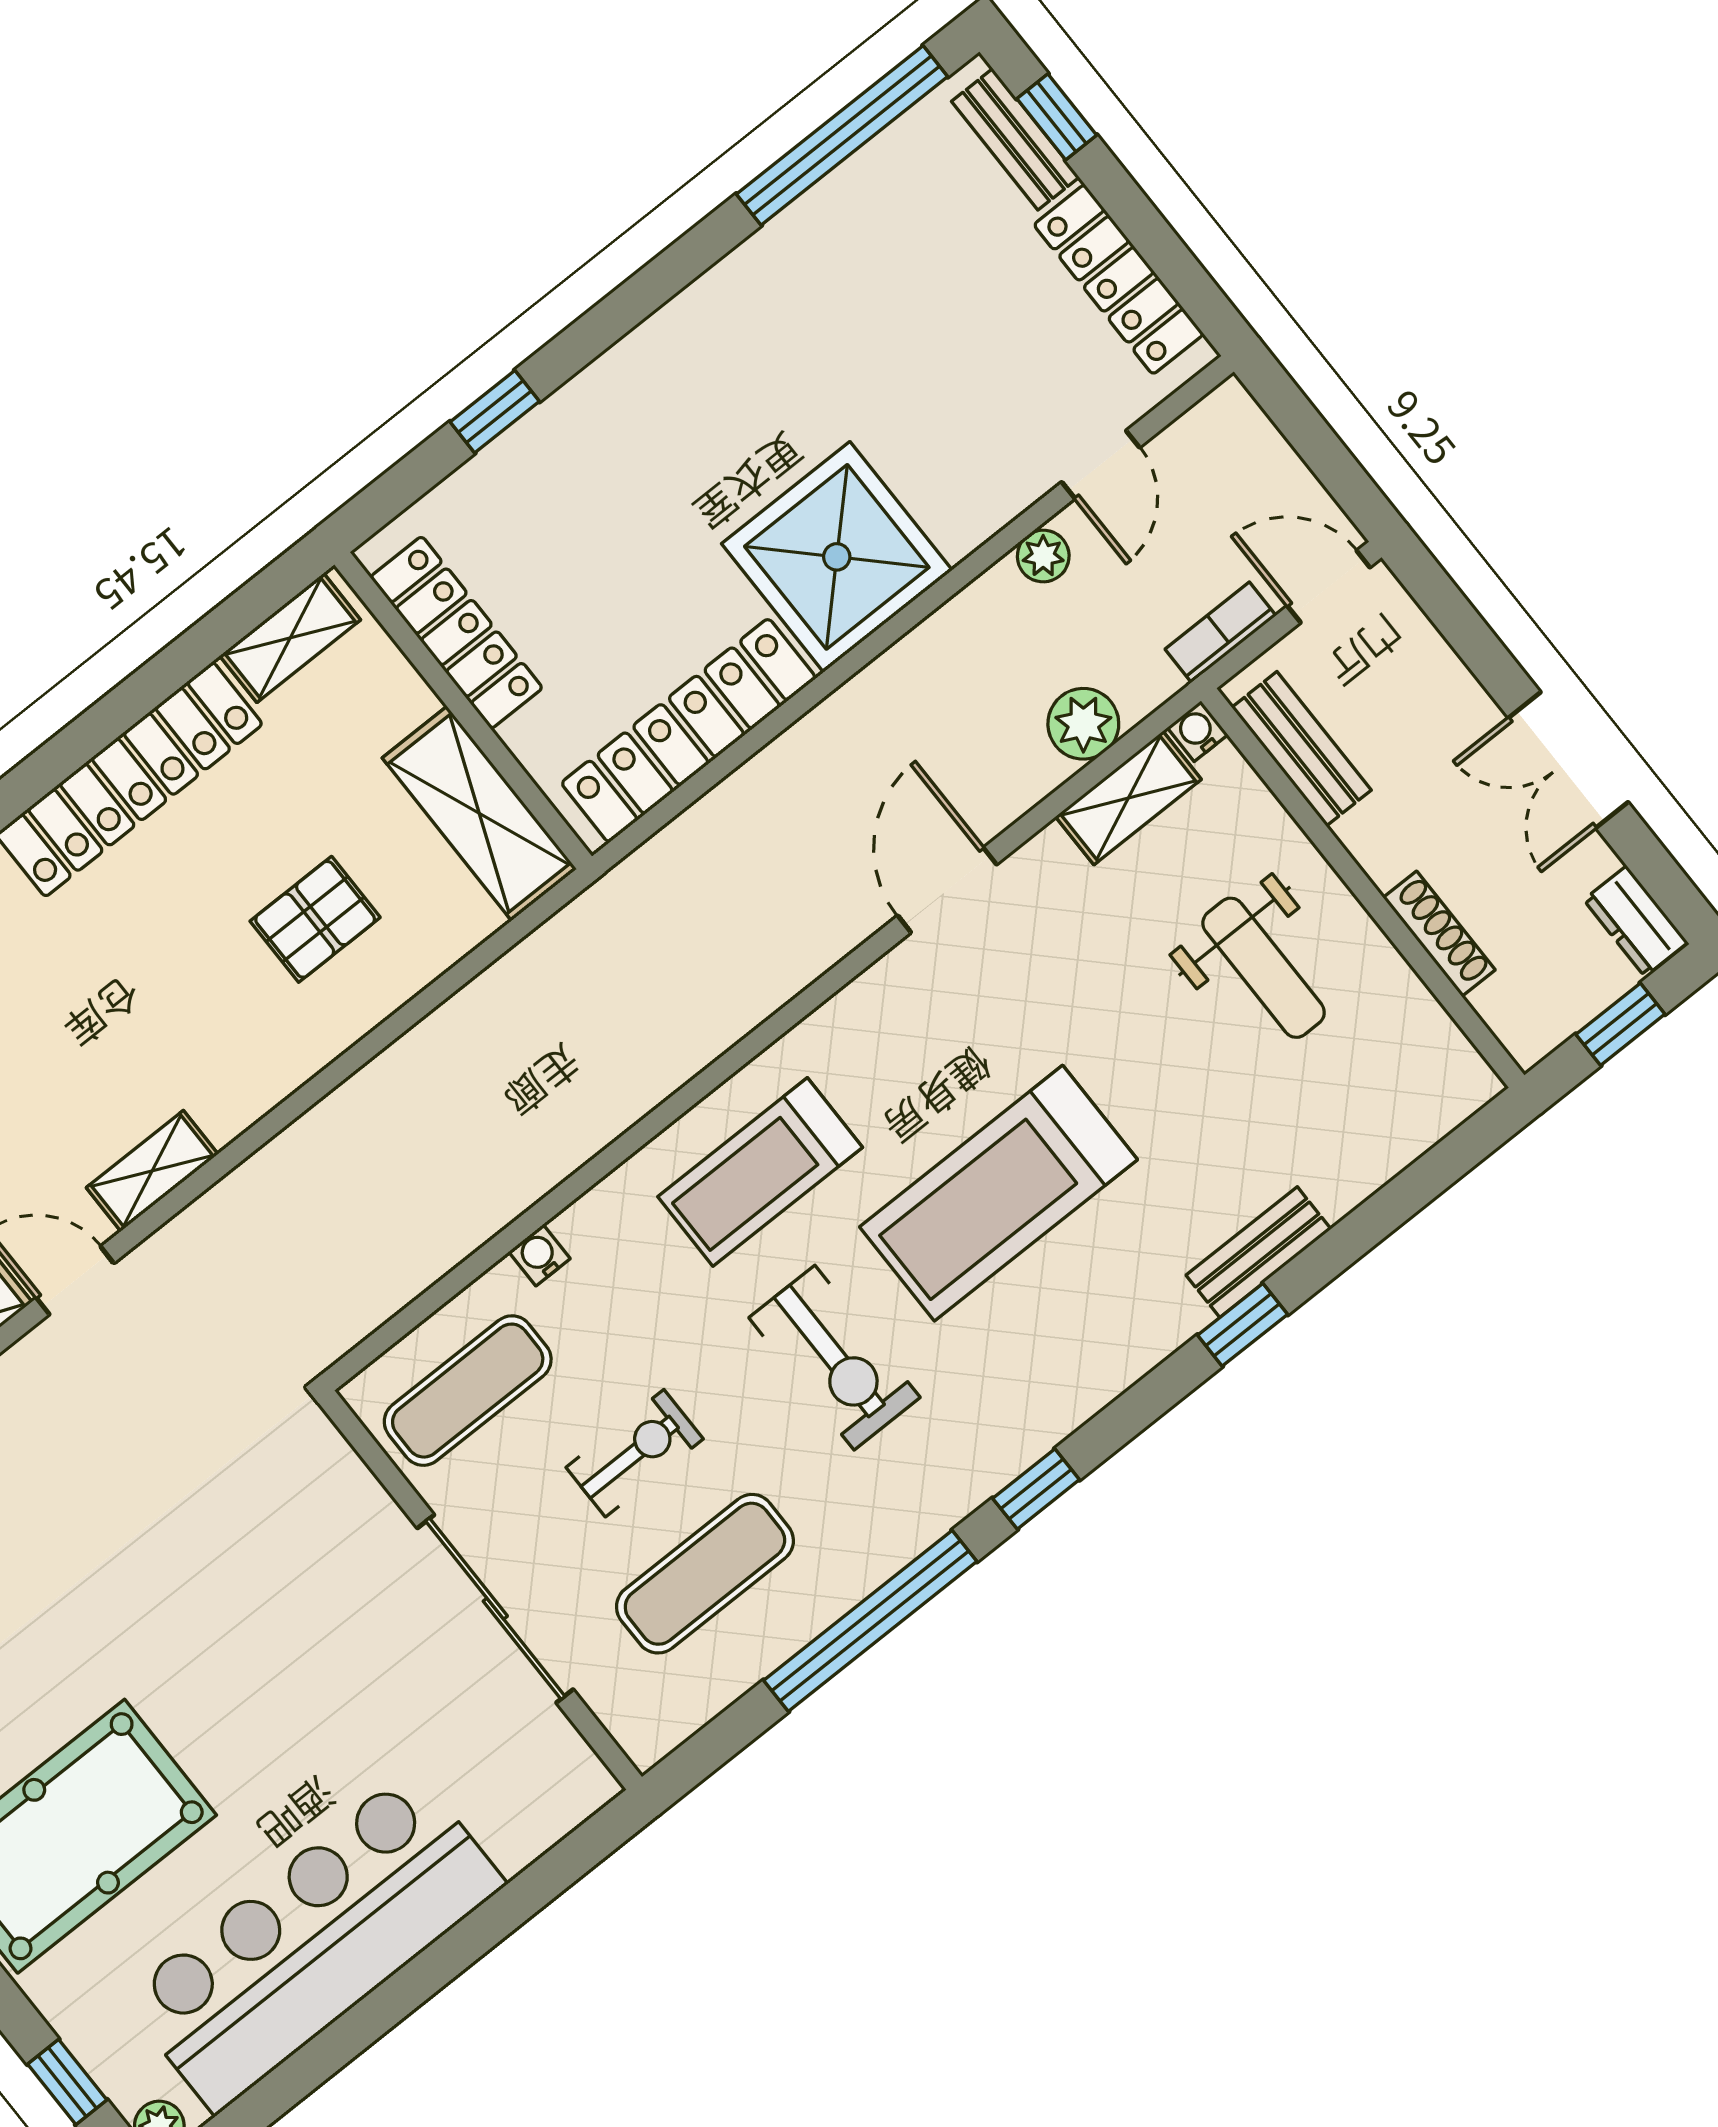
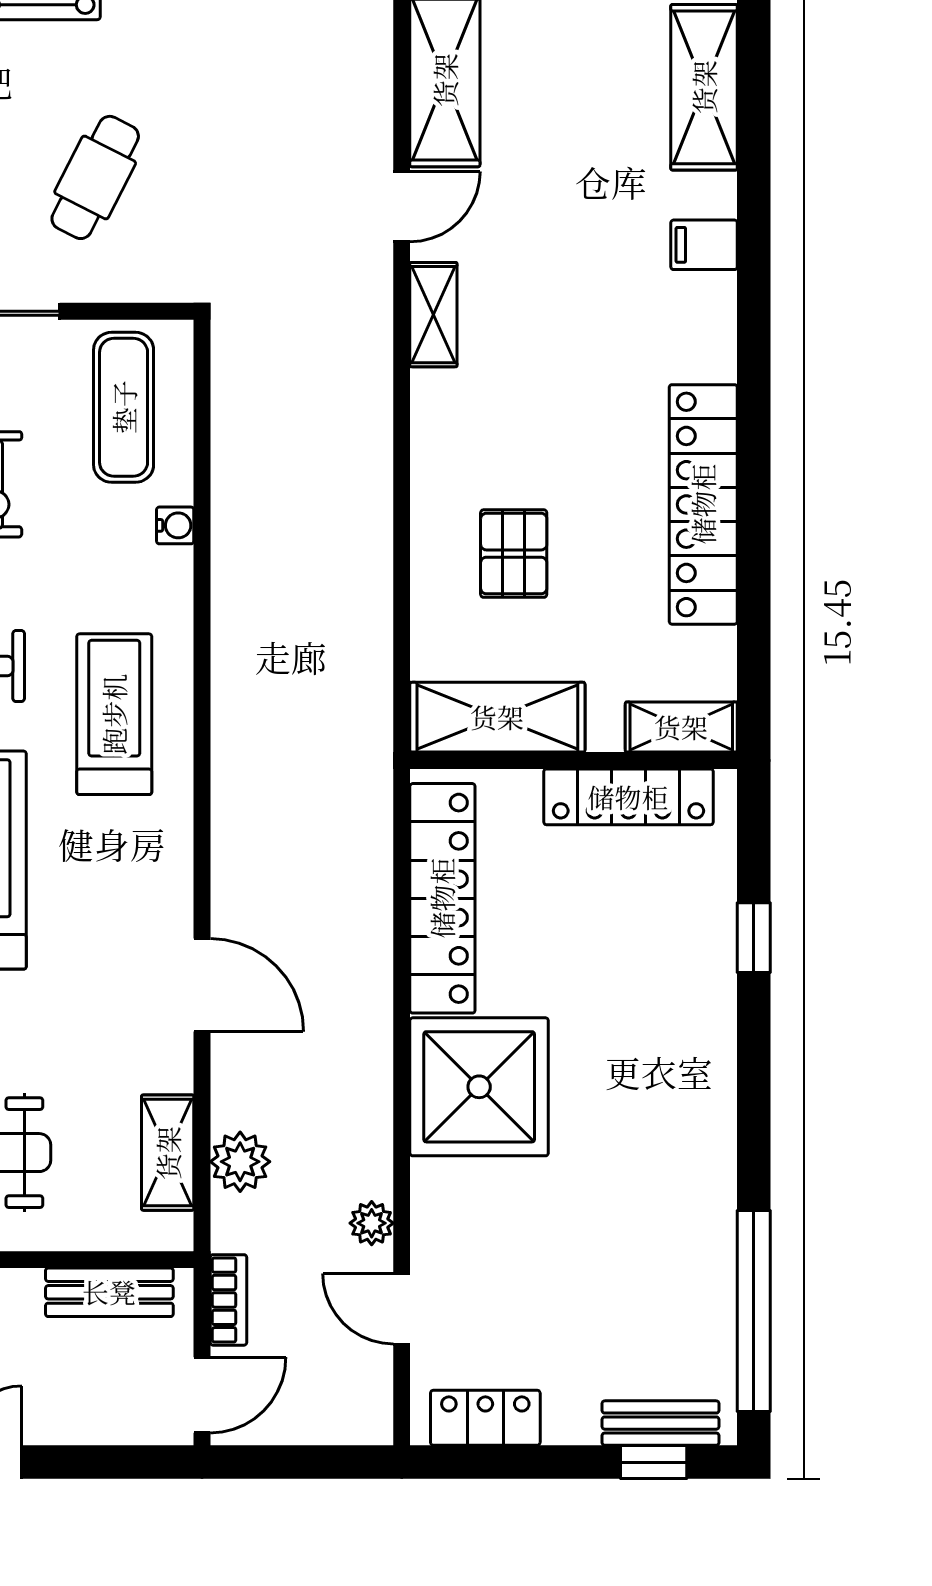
locker: (1119, 279) -> (485, 1418), width x0.66
shelving: (290, 638) -> (681, 727), moved, turned 90
water cooler: (1198, 731) -> (175, 1233), removed
cafe table: (275, 1587) -> (95, 177), added

